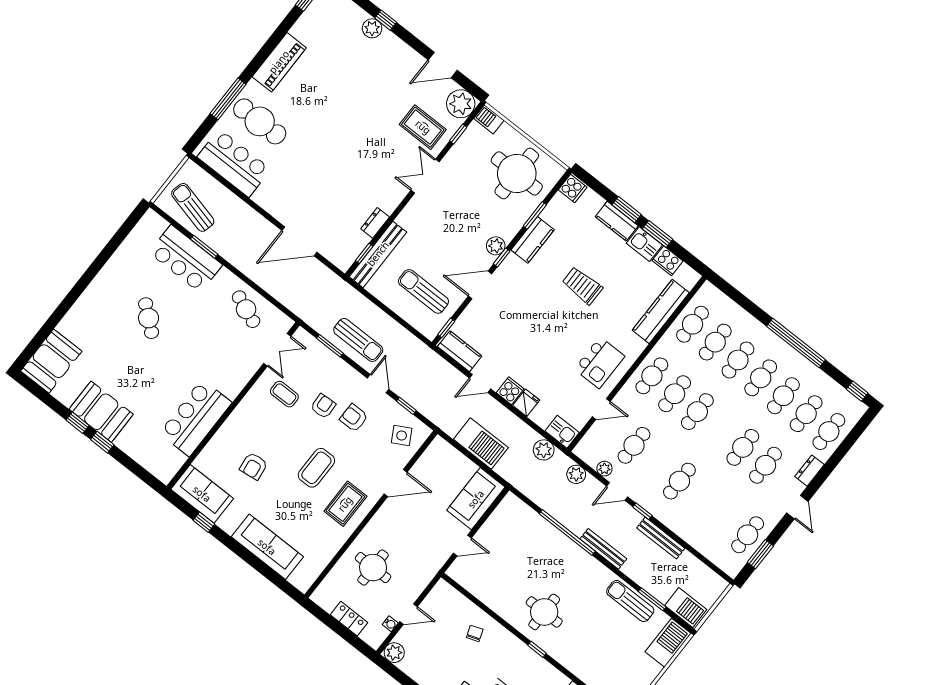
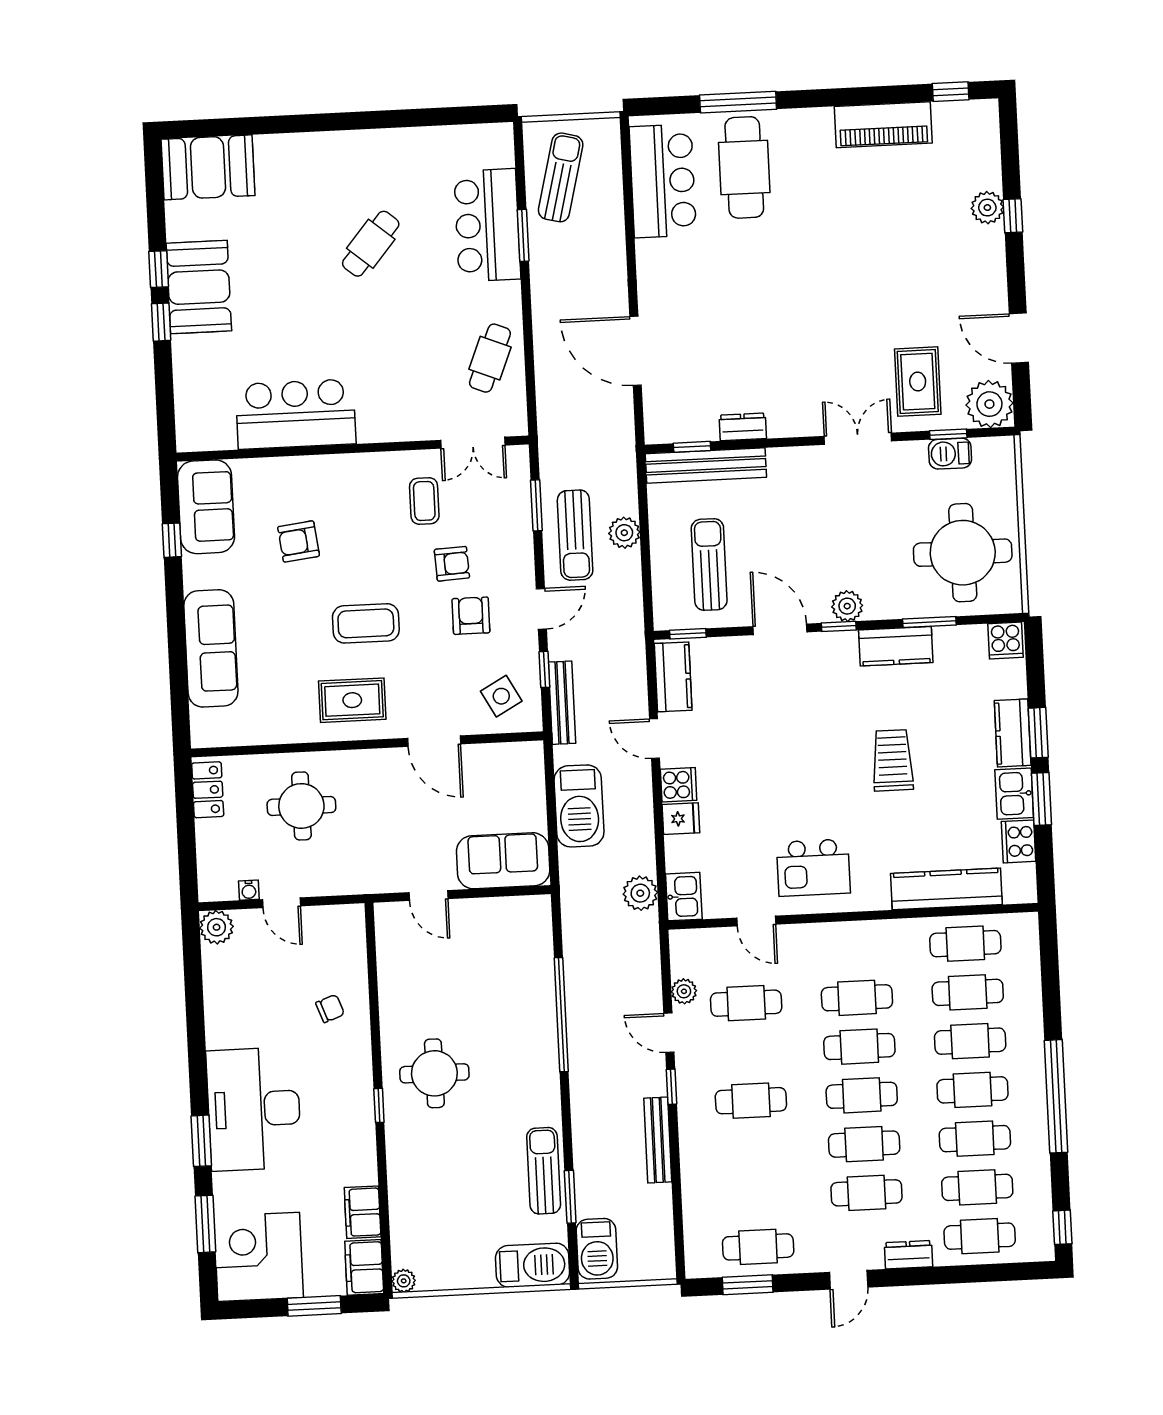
piano: (279, 62) -> (883, 125), moved
barbecue: (489, 119) -> (950, 454), moved, turned -90
cafe table: (652, 376) -> (862, 1095), moved
plant: (576, 474) -> (624, 533), moved
bench: (603, 549) -> (562, 703), moved
locker: (349, 619) -> (208, 790), moved

